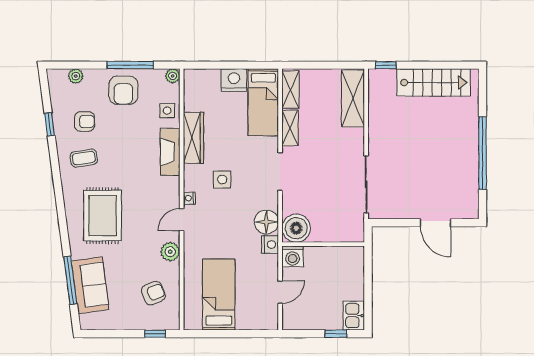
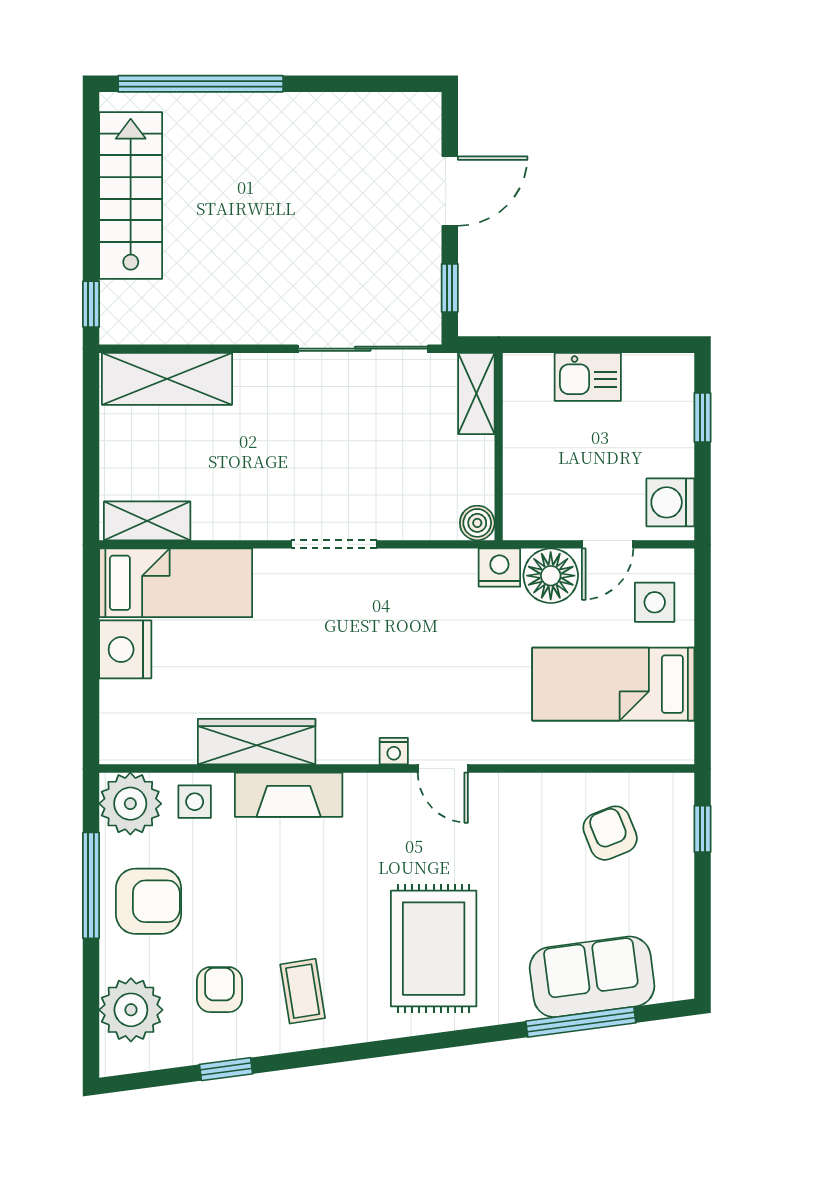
plant: (76, 76) -> (131, 1010), width x1.88, depth x1.88
plant: (173, 76) -> (130, 804), width x1.87, depth x1.87
shelving: (290, 128) -> (476, 393), moved, turned 90
window: (483, 153) -> (201, 84), moved
side table: (222, 180) -> (655, 602), moved
rug: (103, 216) -> (434, 949), turned 90
floor lamp: (266, 222) -> (551, 576), moved
window: (393, 223) -> (450, 288), added
boiler: (296, 228) -> (477, 523), width x0.54, depth x0.54
plant: (170, 252) -> (516, 795), removed
washing machine: (292, 256) -> (670, 502), moved, turned 180
door: (280, 292) -> (608, 544), swing flipped
kitchen sink: (354, 316) -> (588, 377), moved

